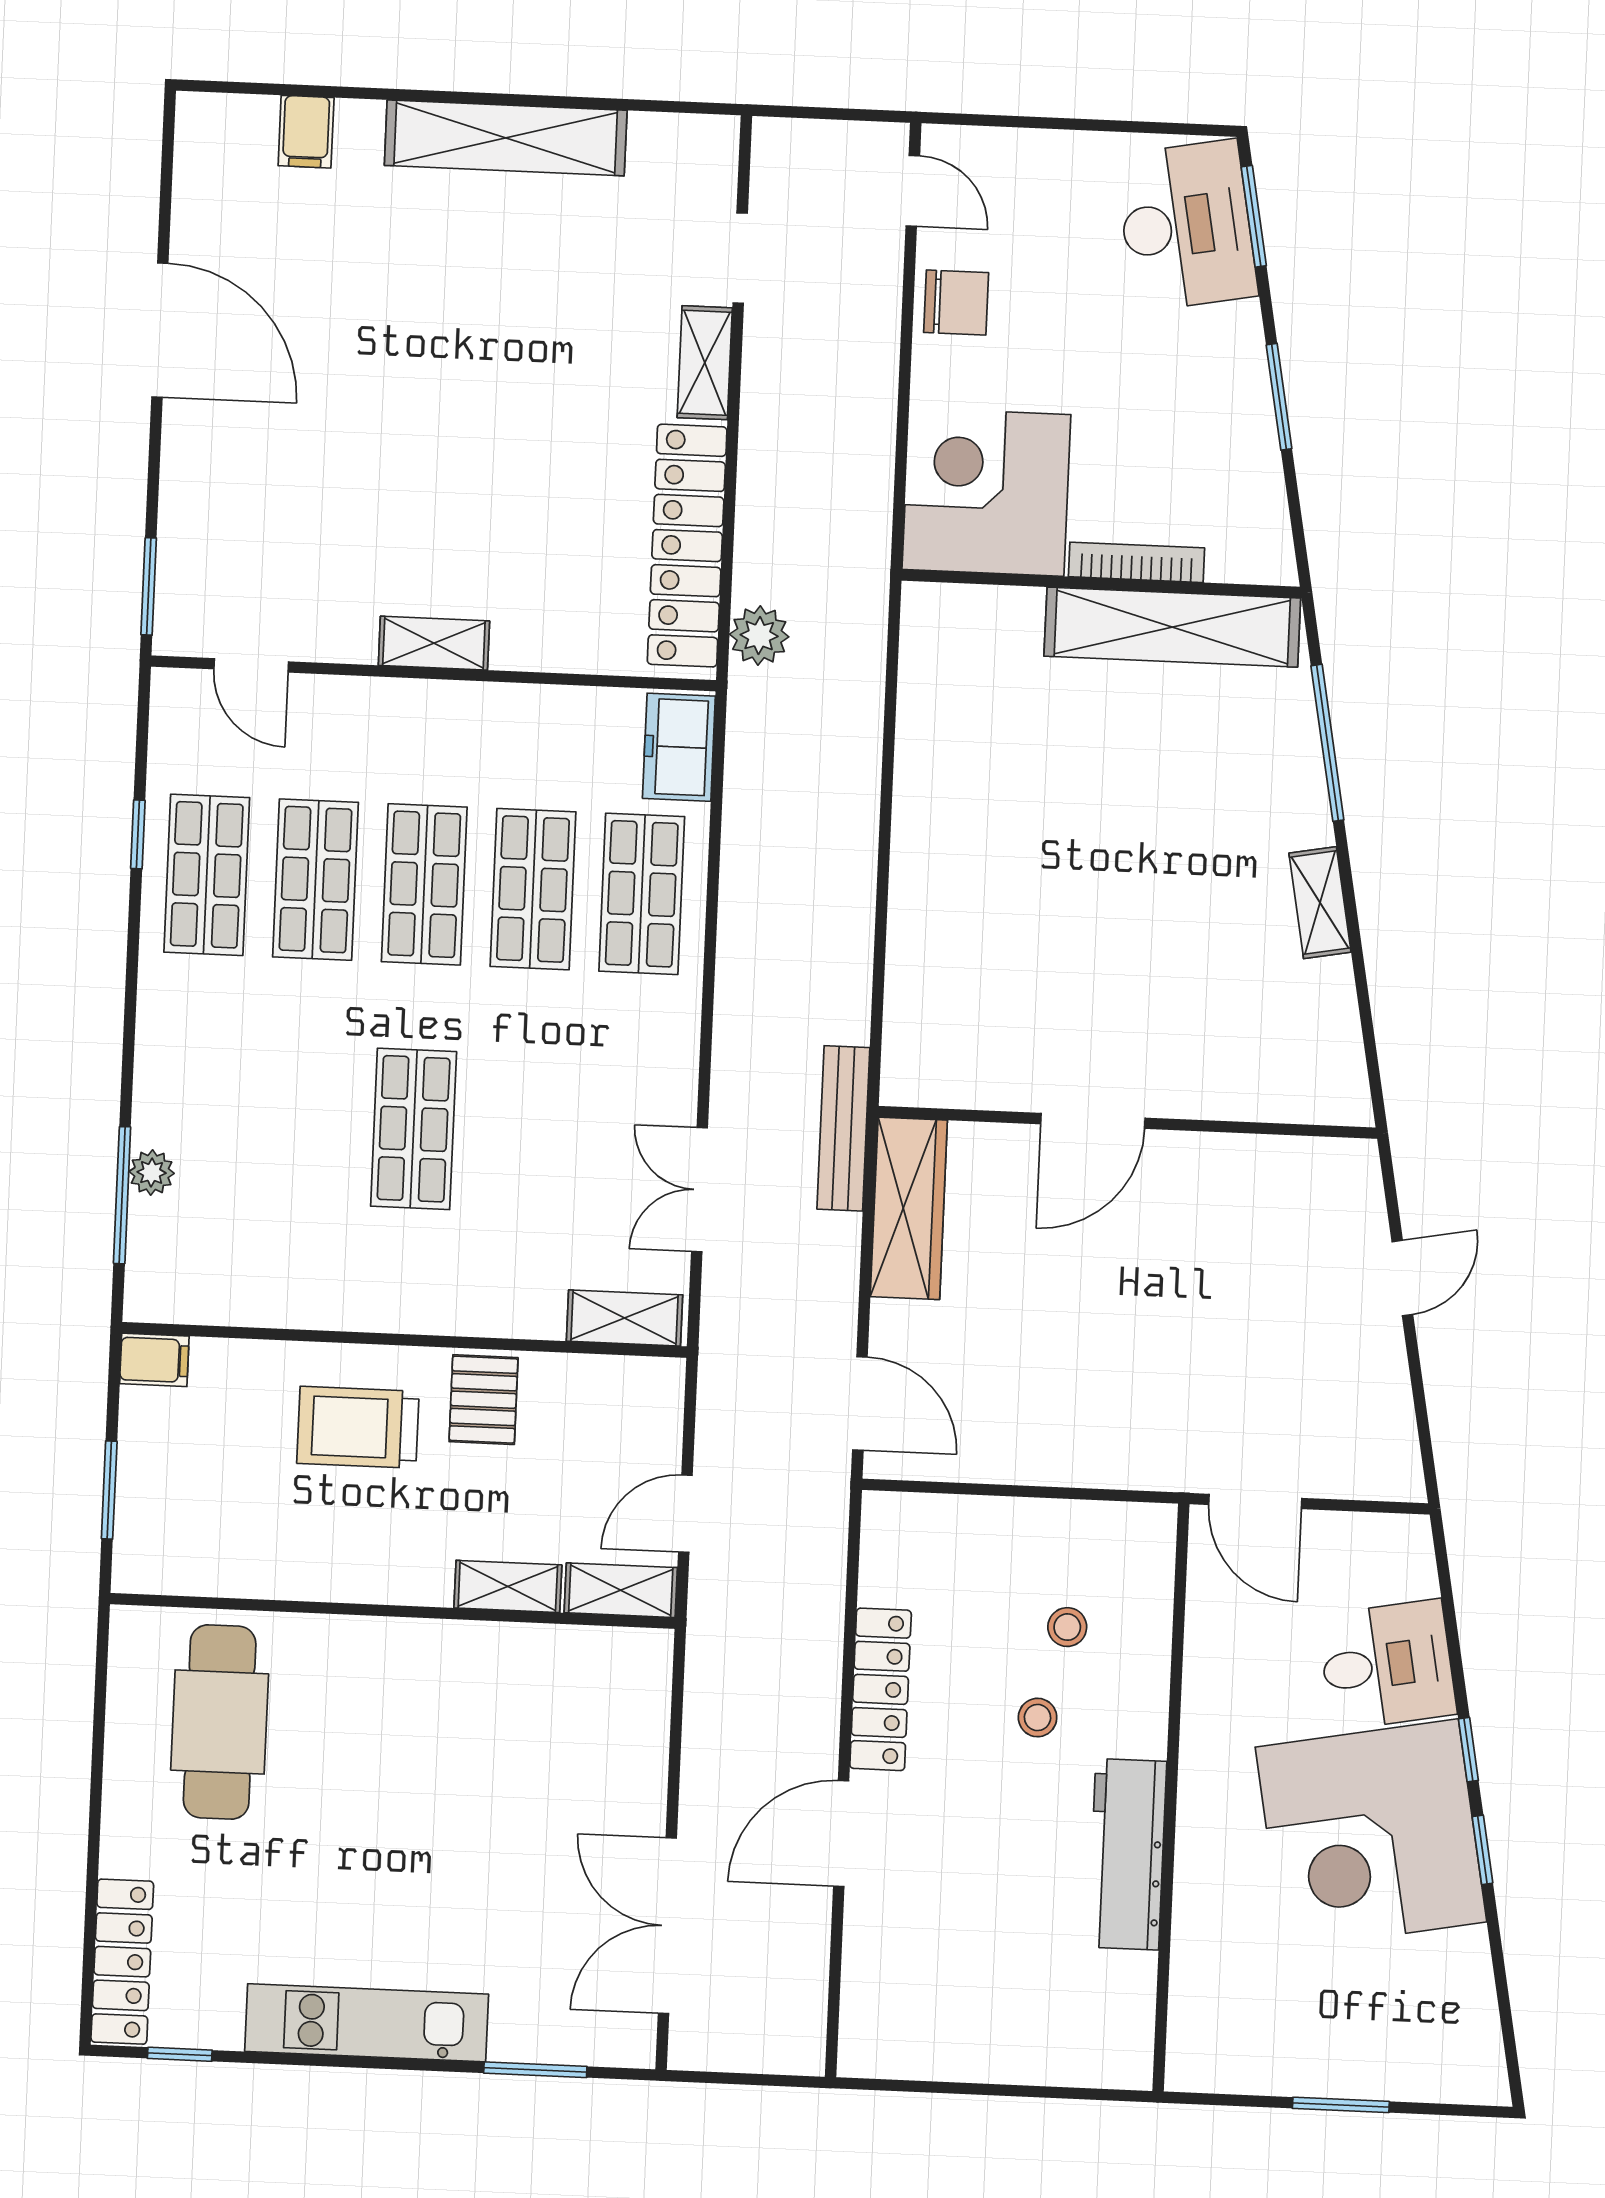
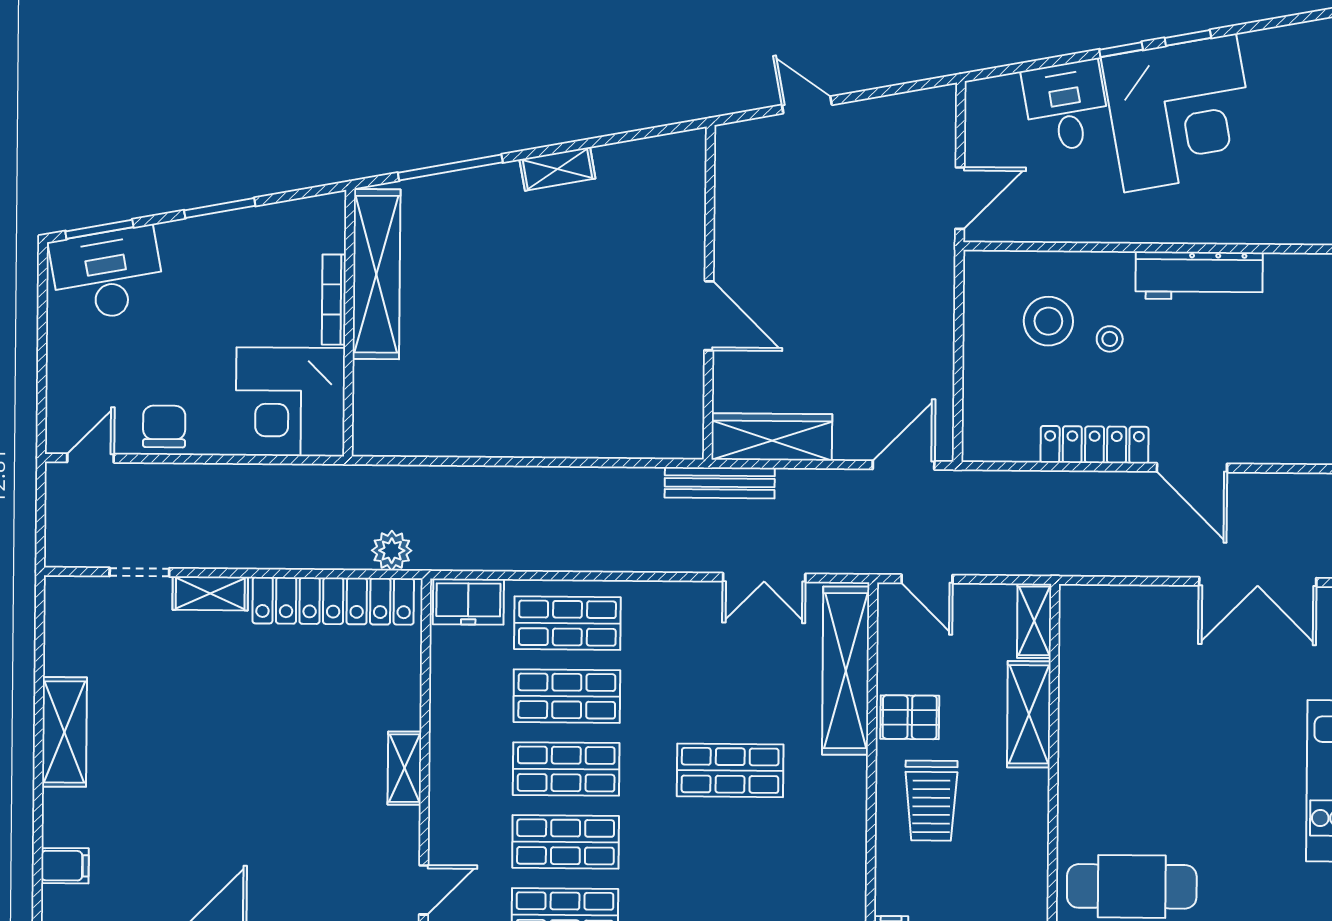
shelving: (506, 138) -> (64, 732), width x0.68
shelving: (625, 1318) -> (846, 671), width x2.20, depth x1.33
door: (685, 1514) -> (927, 579), moved
shelving: (508, 1586) -> (1029, 714), width x1.50, depth x1.33
stool: (1067, 1627) -> (1048, 321), width x1.89, depth x1.89

